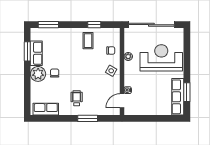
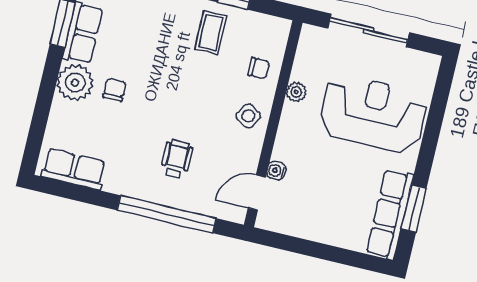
sliding door: (151, 25) -> (368, 30), width x0.73
wheelchair: (77, 98) -> (177, 159), moved
window: (88, 118) -> (167, 214), width x2.11

